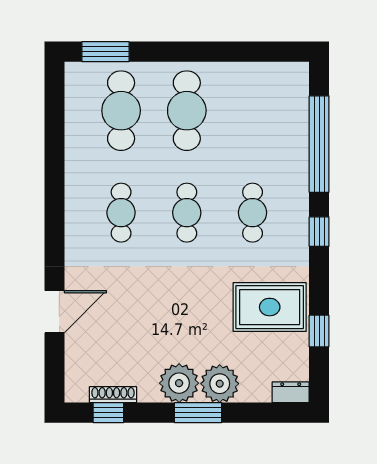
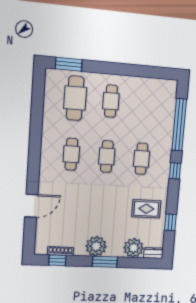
cafe table: (187, 111) -> (111, 101), width x0.73, depth x0.74
rug: (270, 307) -> (146, 209), width x0.73, depth x0.70
plant: (220, 384) -> (134, 248), moved

